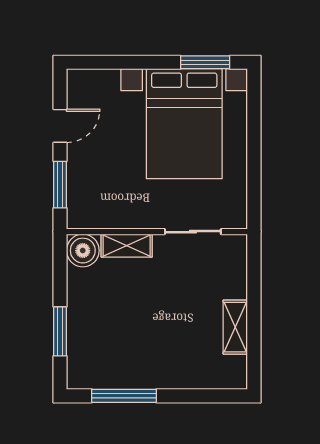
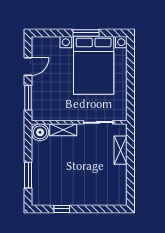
window: (205, 62) -> (86, 33), moved
shelving: (235, 327) -> (121, 150), moved
window: (124, 396) -> (62, 209), width x0.46

